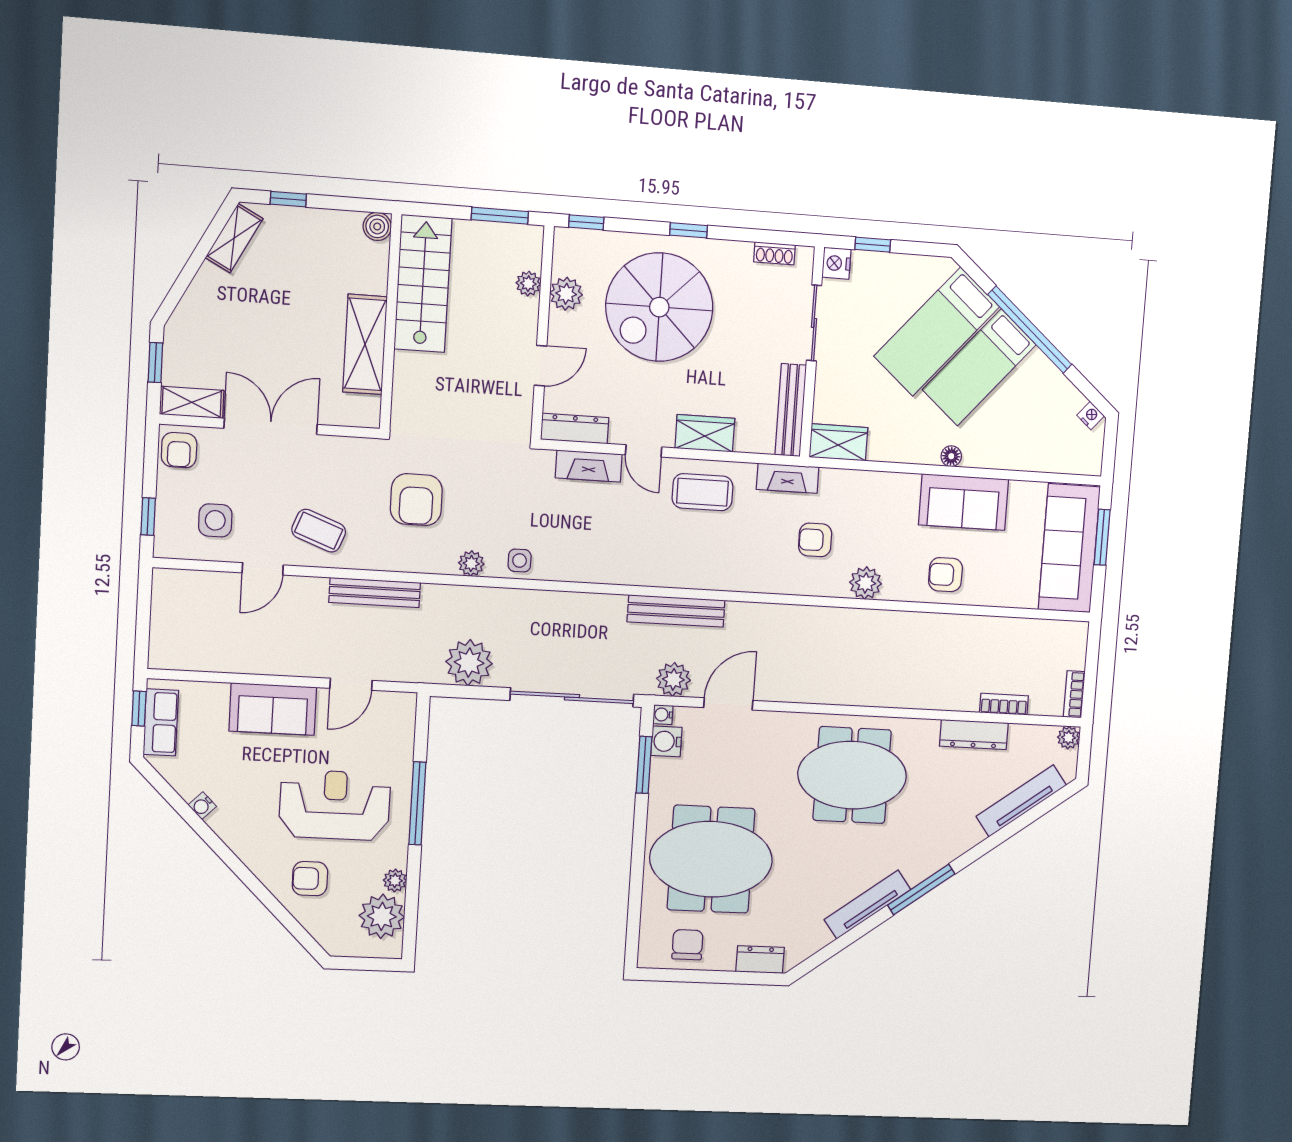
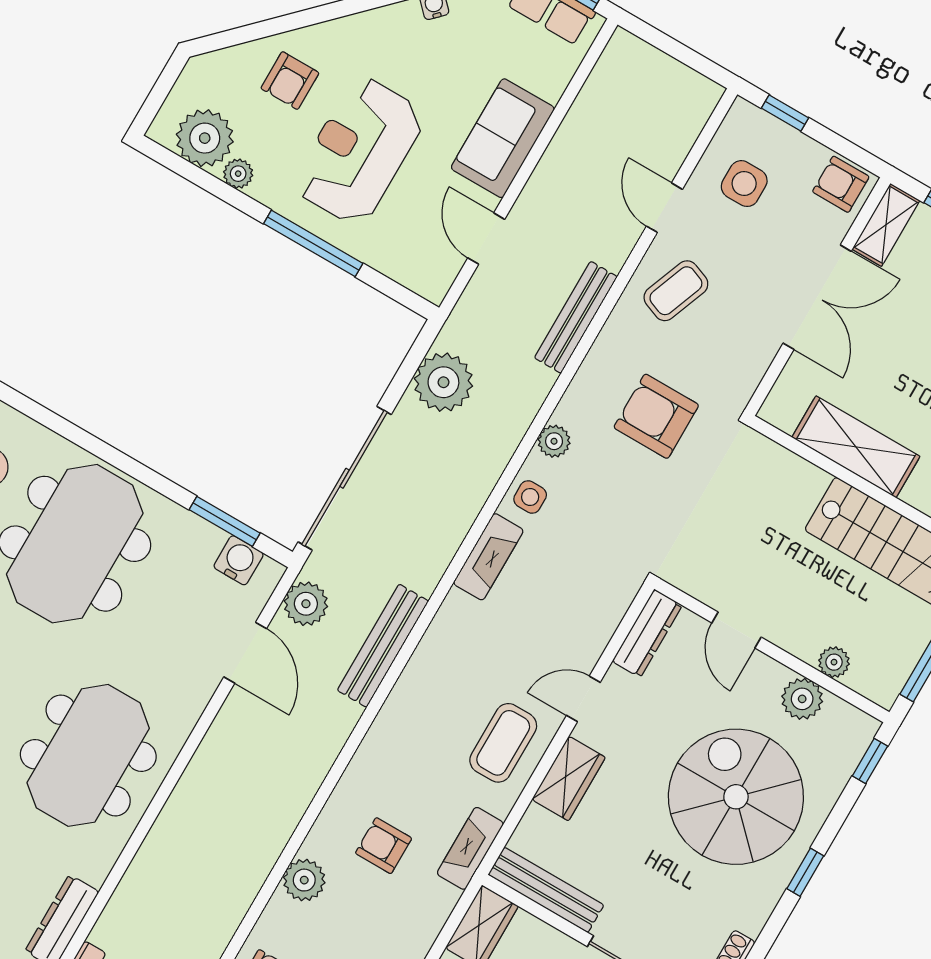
fireplace: (589, 466) -> (488, 557), moved, turned 180
armchair: (815, 540) -> (384, 846), turned -90
water cooler: (663, 715) -> (272, 572), removed
reception desk: (335, 805) -> (359, 151), turned 180
armchair: (310, 879) -> (290, 81), turned 180

